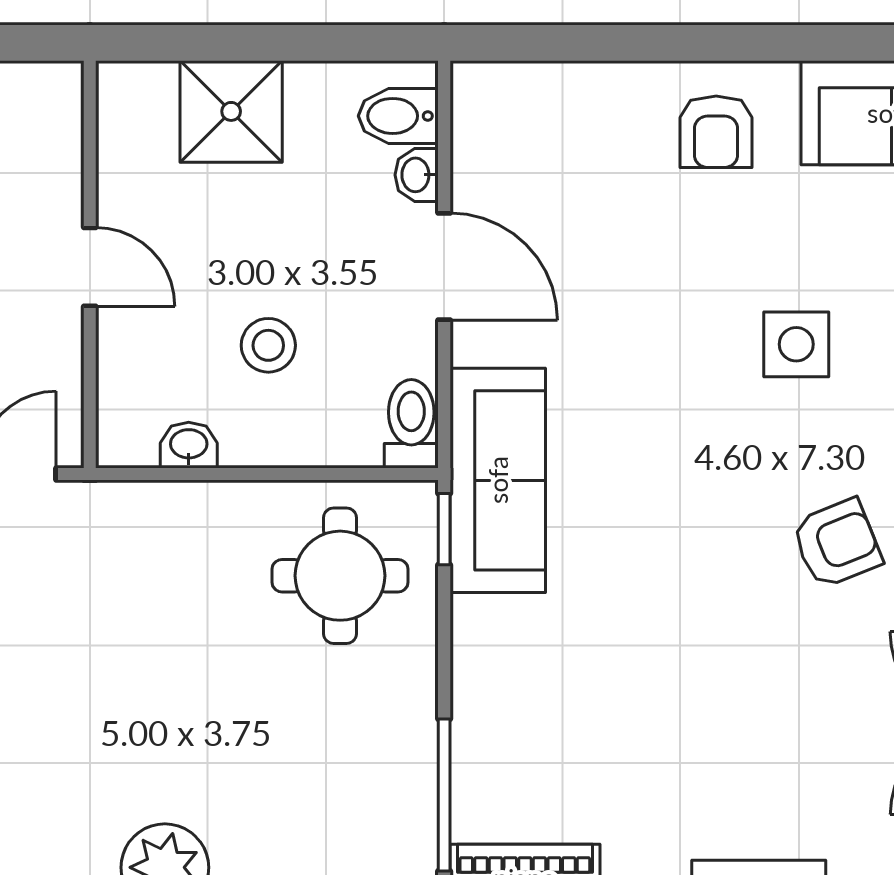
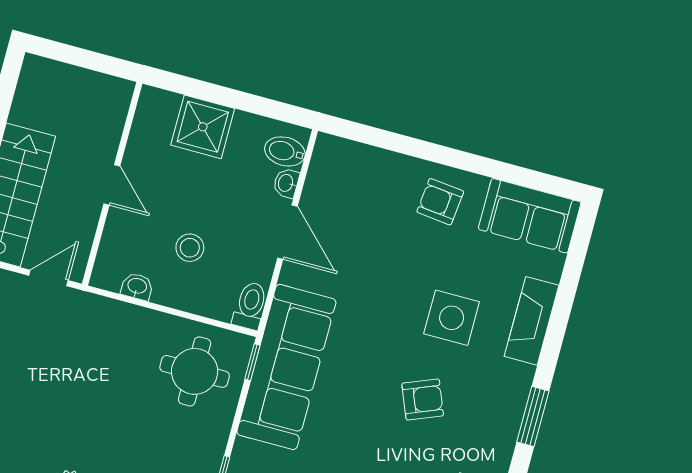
armchair: (716, 132) -> (440, 202), turned 96
side table: (796, 344) -> (452, 318), width x1.37, depth x1.37
sofa: (498, 480) -> (286, 367), width x1.36, depth x1.27
armchair: (837, 543) -> (423, 400), moved

